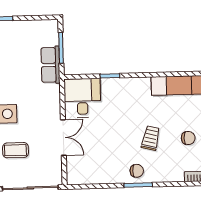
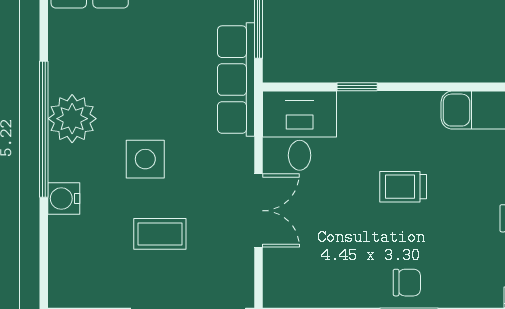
row of seats: (50, 65) -> (236, 80), width x1.48
trolley: (151, 138) -> (403, 187), moved, turned -104

